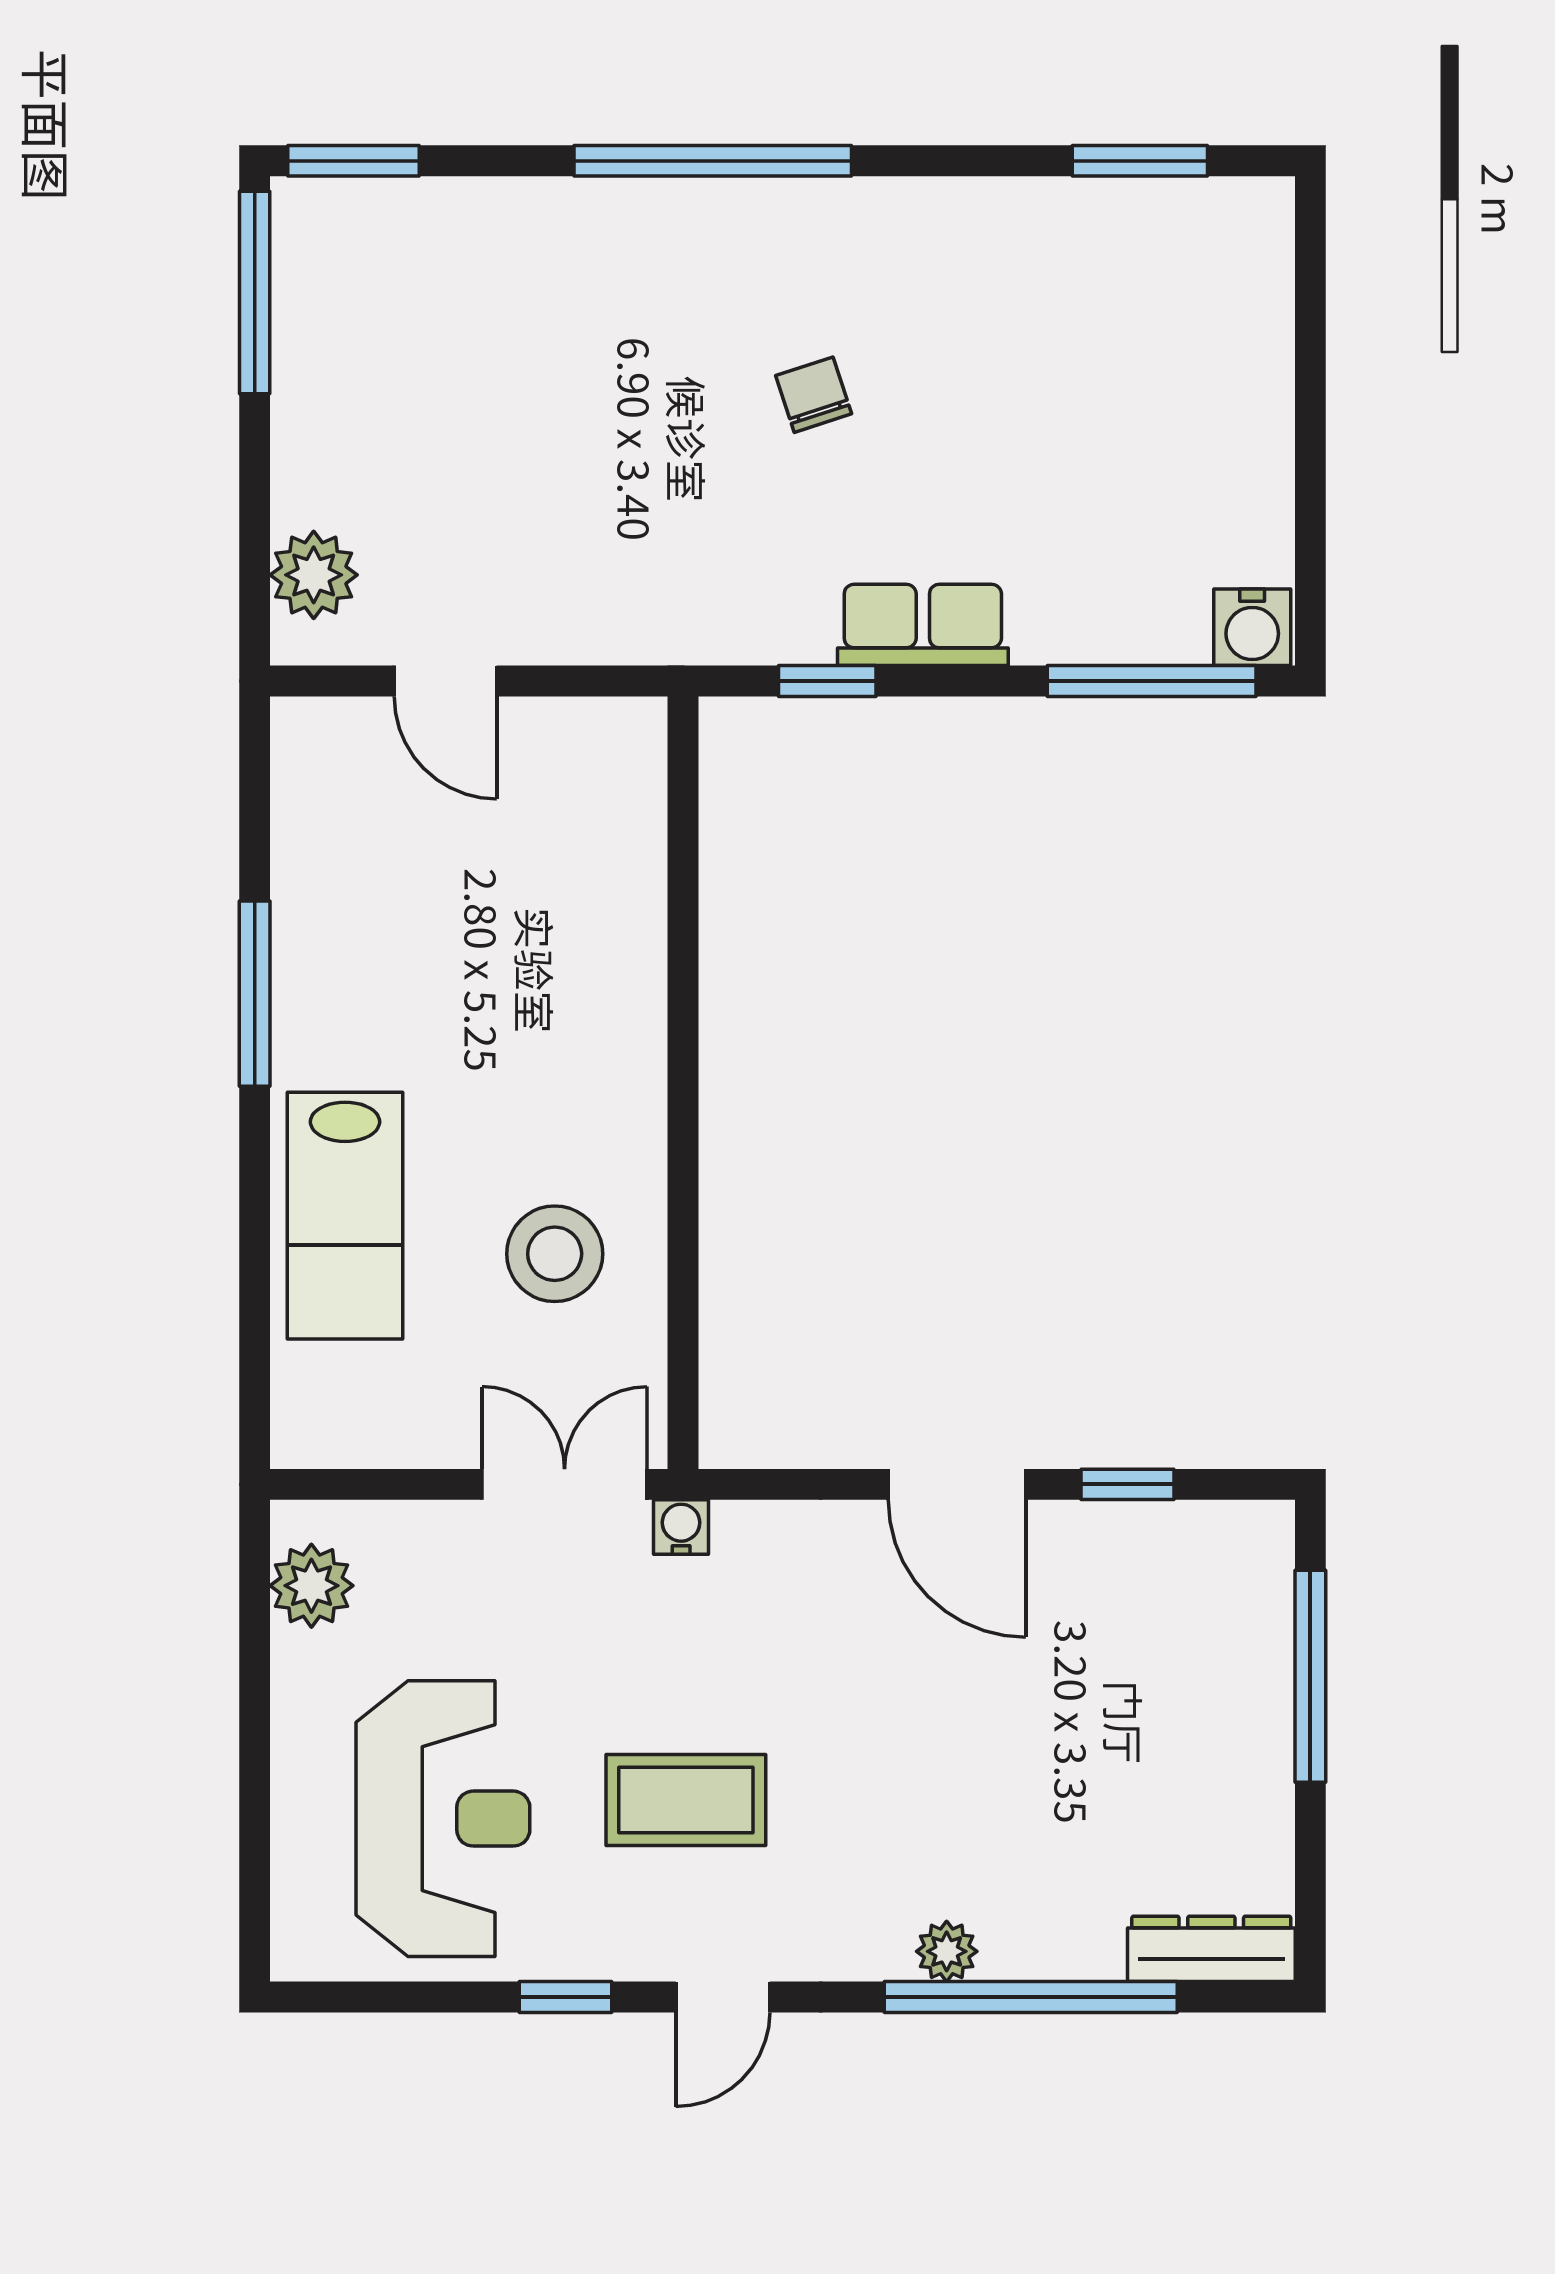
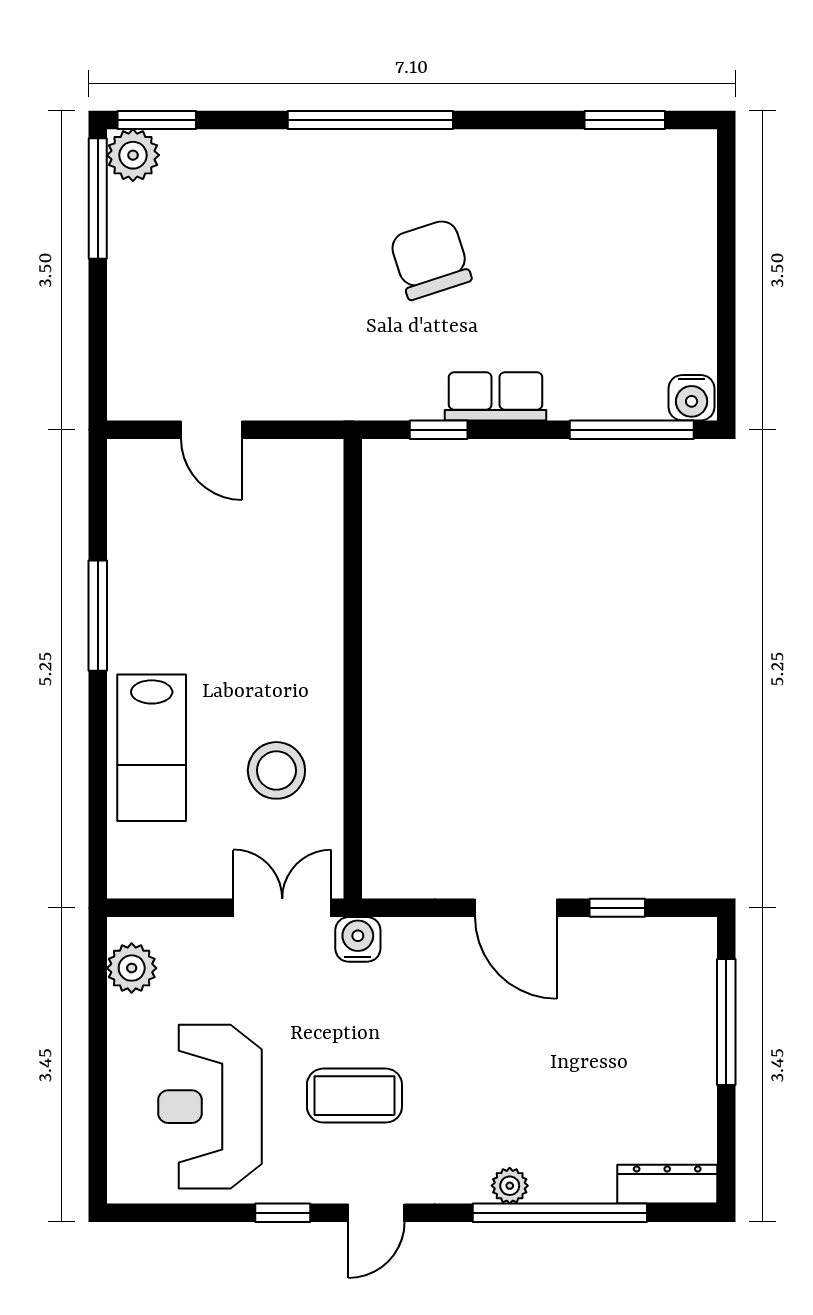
chair: (814, 395) -> (431, 259), width x1.87, depth x1.87
plant: (314, 575) -> (133, 155), moved
water cooler: (681, 1527) -> (358, 939), width x1.38, depth x1.38
reception desk: (443, 1819) -> (210, 1107), turned 180

